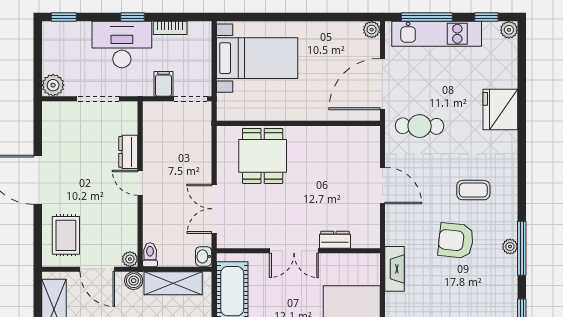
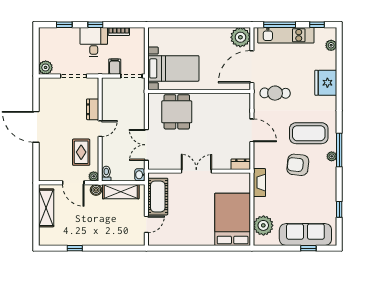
window: (64, 17) -> (64, 25), moved
plant: (372, 30) -> (240, 37), width x1.87, depth x1.87
plant: (509, 30) -> (331, 45), moved
desk: (122, 45) -> (94, 42), width x0.73
bed with nightstands: (257, 58) -> (173, 68), moved
door: (140, 183) -> (100, 129), swing flipped
coffee table: (473, 190) -> (309, 133), width x1.86, depth x1.72
rug: (66, 235) -> (81, 152), moved
dresser: (335, 240) -> (241, 164), moved
plant: (510, 247) -> (332, 156), moved
window: (522, 248) -> (339, 150), moved
double door: (294, 251) -> (196, 171), swing flipped

